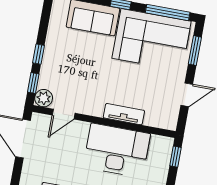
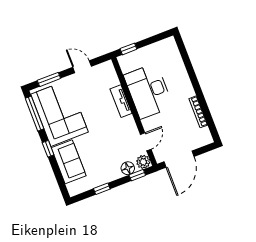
window: (38, 54) -> (102, 189), moved
floor lamp: (47, 77) -> (128, 168), added
door: (64, 114) -> (146, 142), hinge flipped

